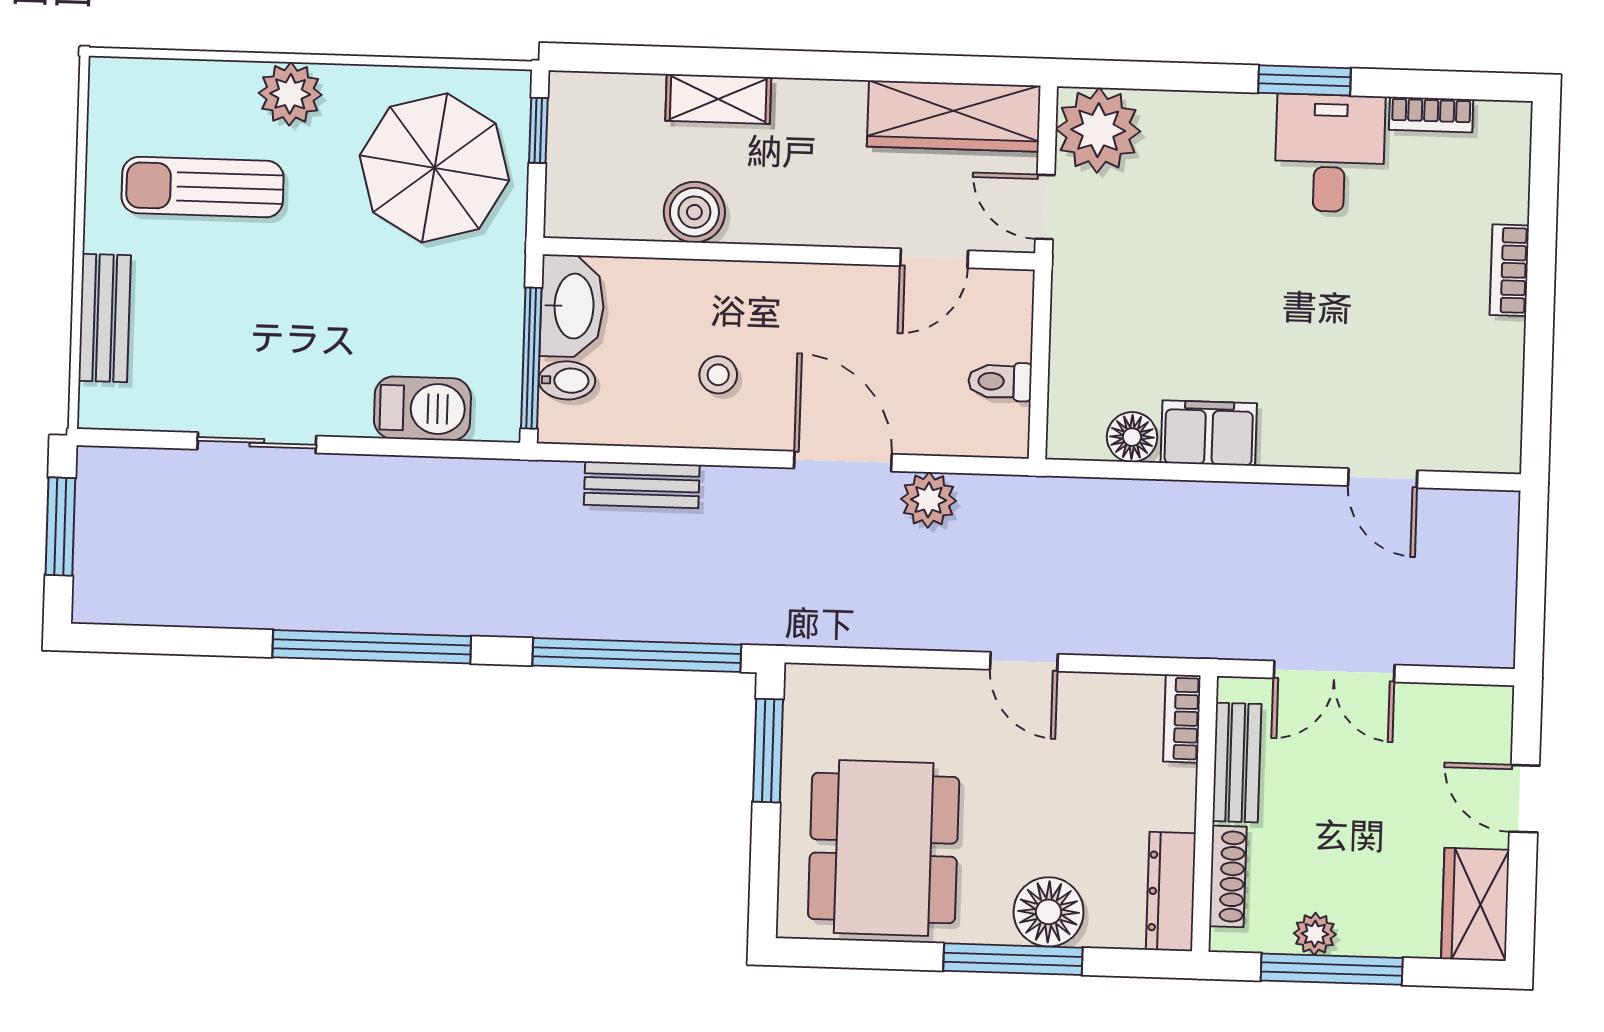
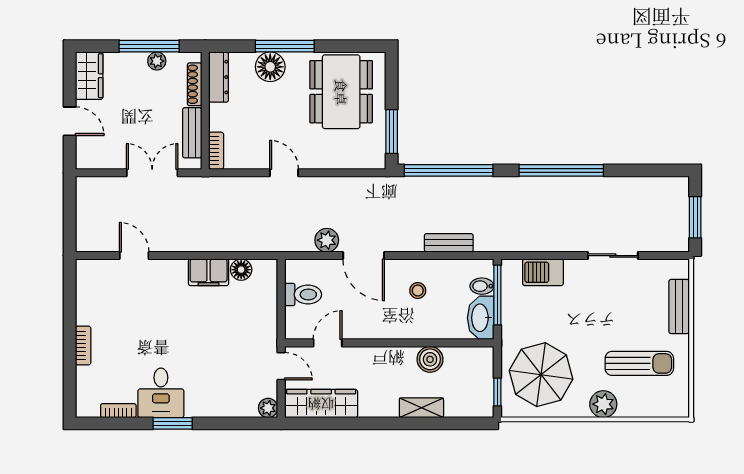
plant: (1098, 130) -> (268, 408), width x0.53, depth x0.53
toilet: (1000, 381) -> (303, 295), width x1.37, depth x1.39

